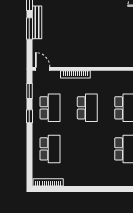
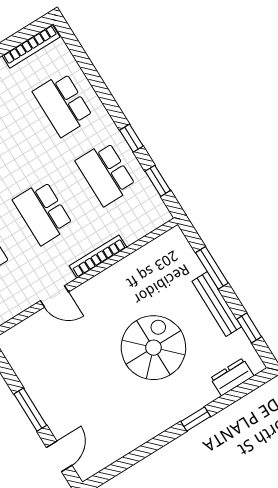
spiral stairs: (76, 21) -> (153, 348), added
window: (29, 29) -> (212, 268), moved
door: (43, 69) -> (54, 296), moved

